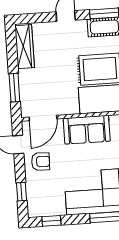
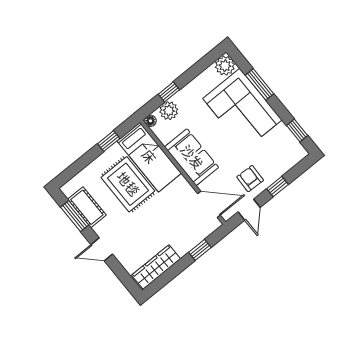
window: (14, 88) -> (200, 250), width x0.67
window: (22, 192) -> (277, 187), moved

